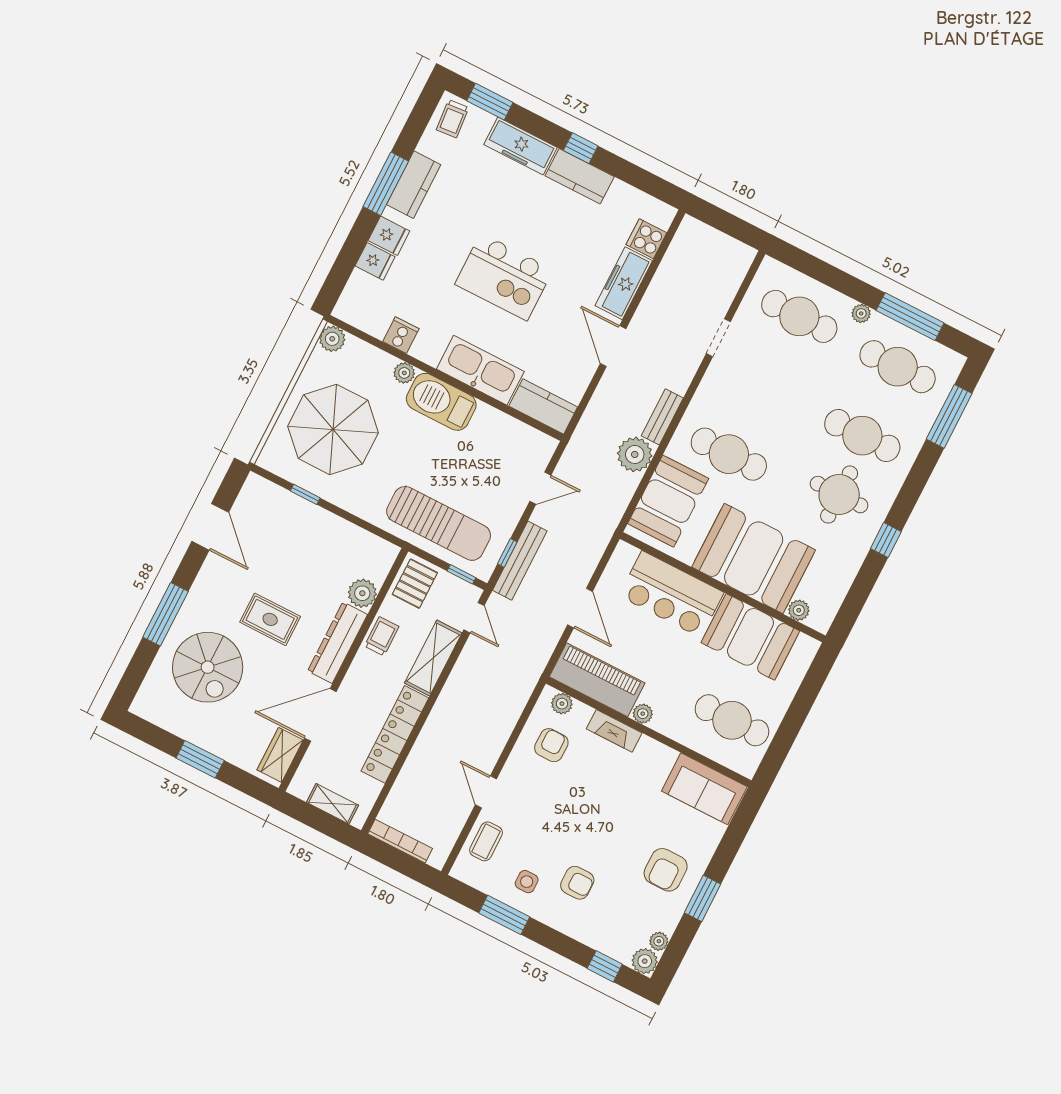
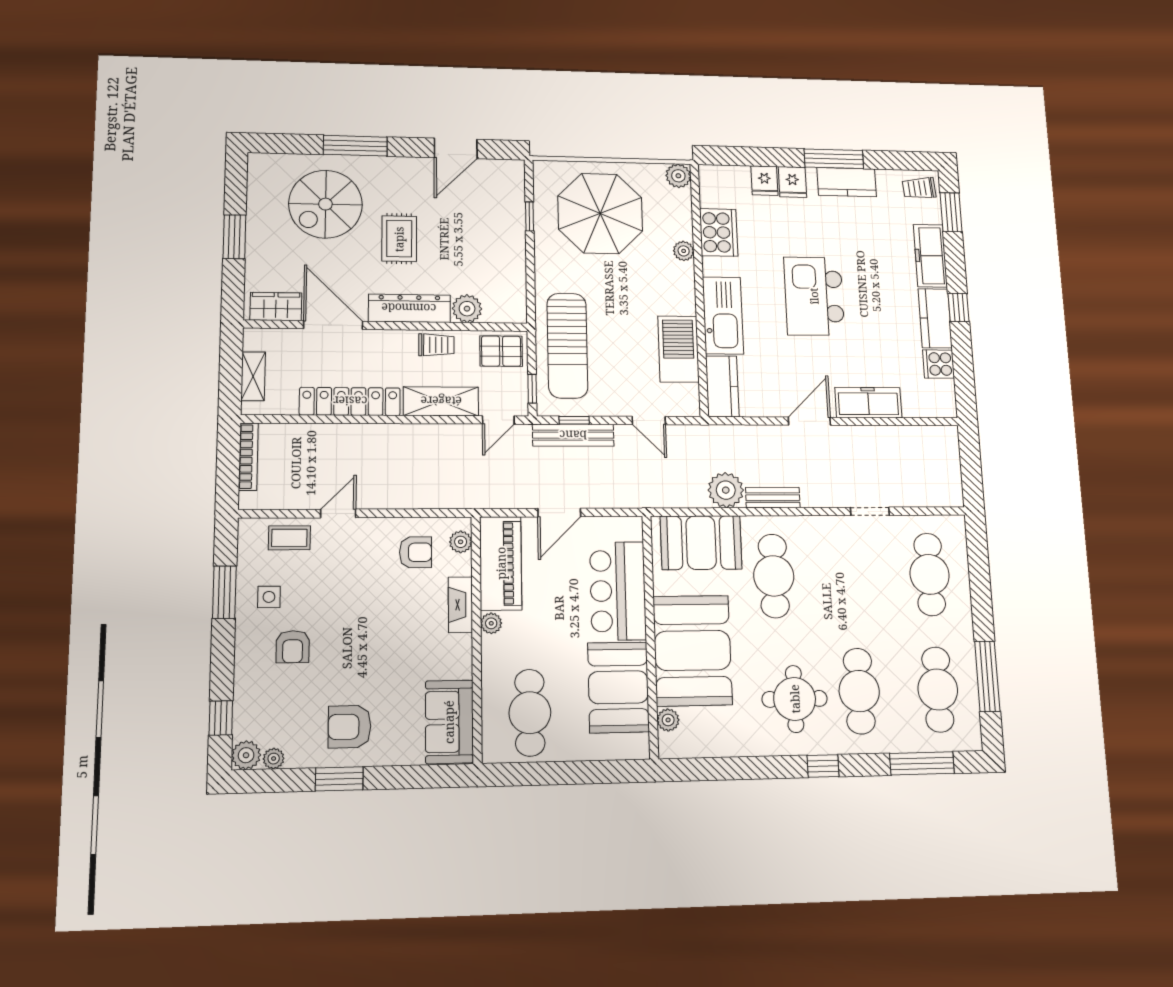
cooker: (646, 239) -> (938, 364), moved, turned -90
plant: (861, 313) -> (964, 629), removed
cooker: (401, 335) -> (719, 232), width x1.87, depth x1.31
barbecue: (441, 402) -> (678, 349), moved
window: (886, 540) -> (823, 766), moved

